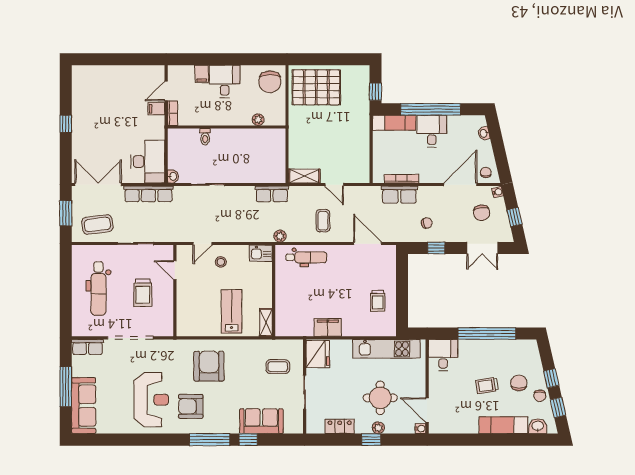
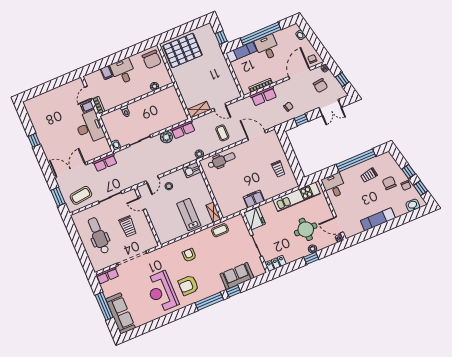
desk: (148, 162) -> (90, 127), moved
row of seats: (148, 194) -> (105, 162), width x0.68
plant: (245, 195) -> (166, 137), added
dental chair: (98, 288) -> (99, 236), turned 180
armchair: (209, 366) -> (189, 255), width x0.53, depth x0.53
coffee table: (278, 367) -> (220, 230), moved
trolley: (487, 385) -> (369, 175), moved
reception desk: (151, 400) -> (162, 292), turned 180
exam couch: (503, 425) -> (378, 219), moved
locker: (340, 426) -> (276, 263), moved

